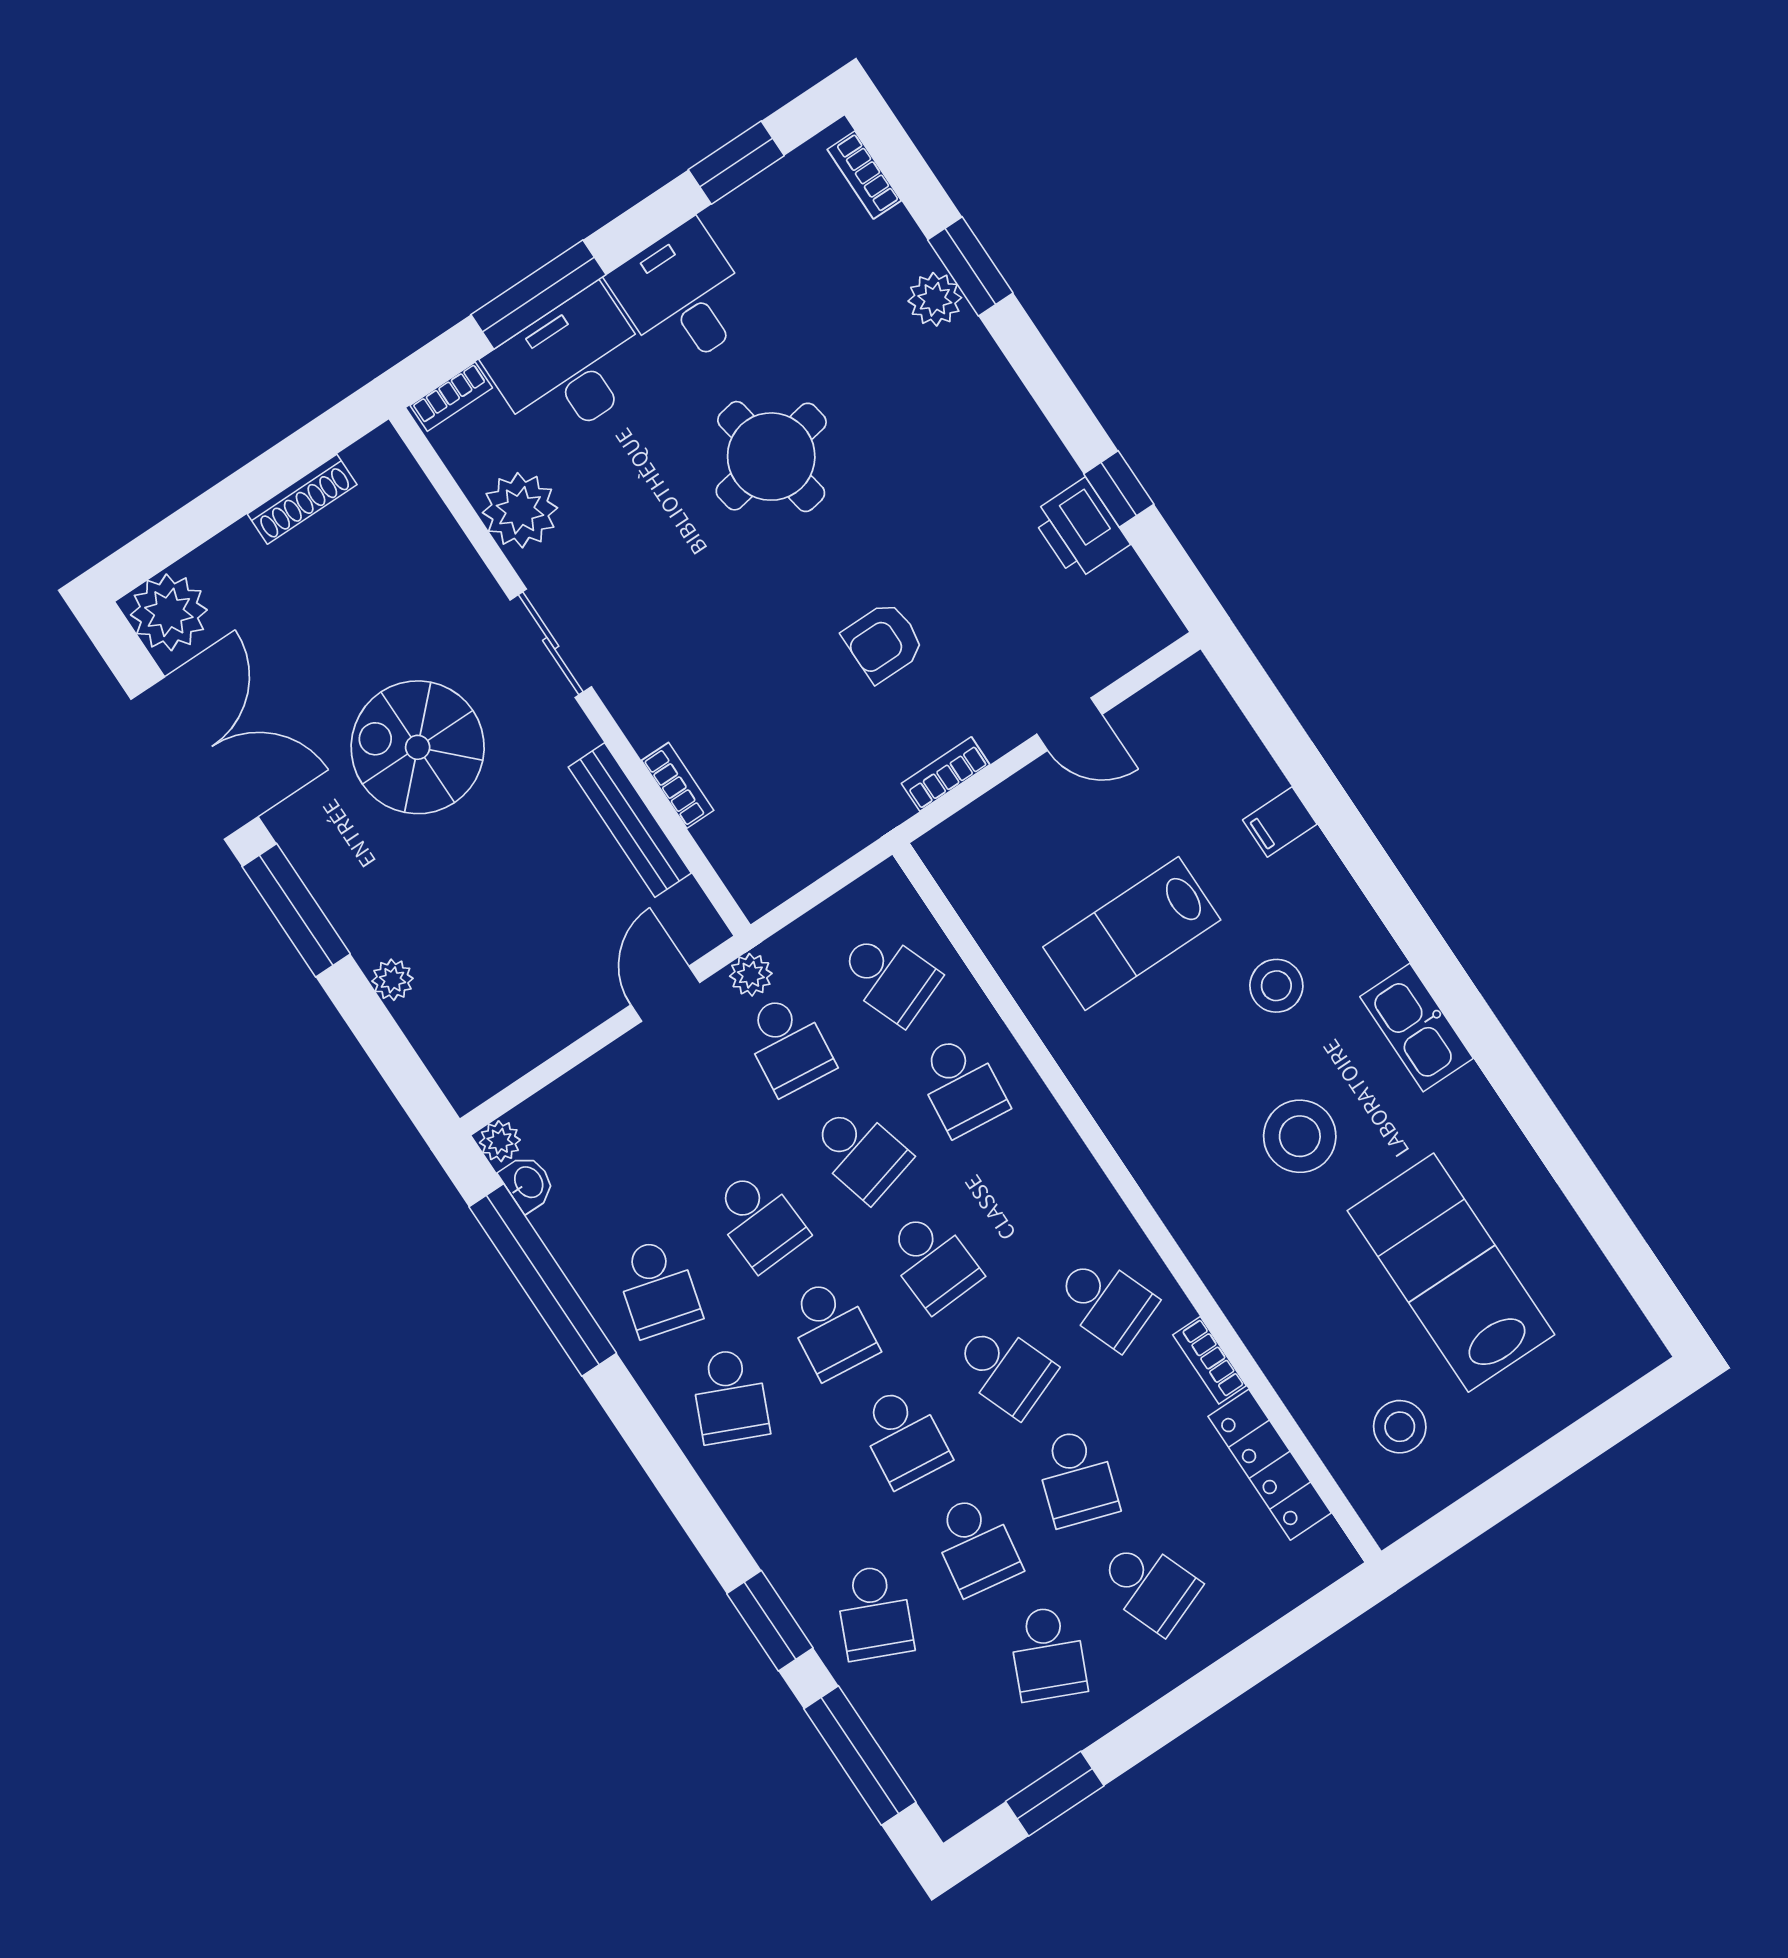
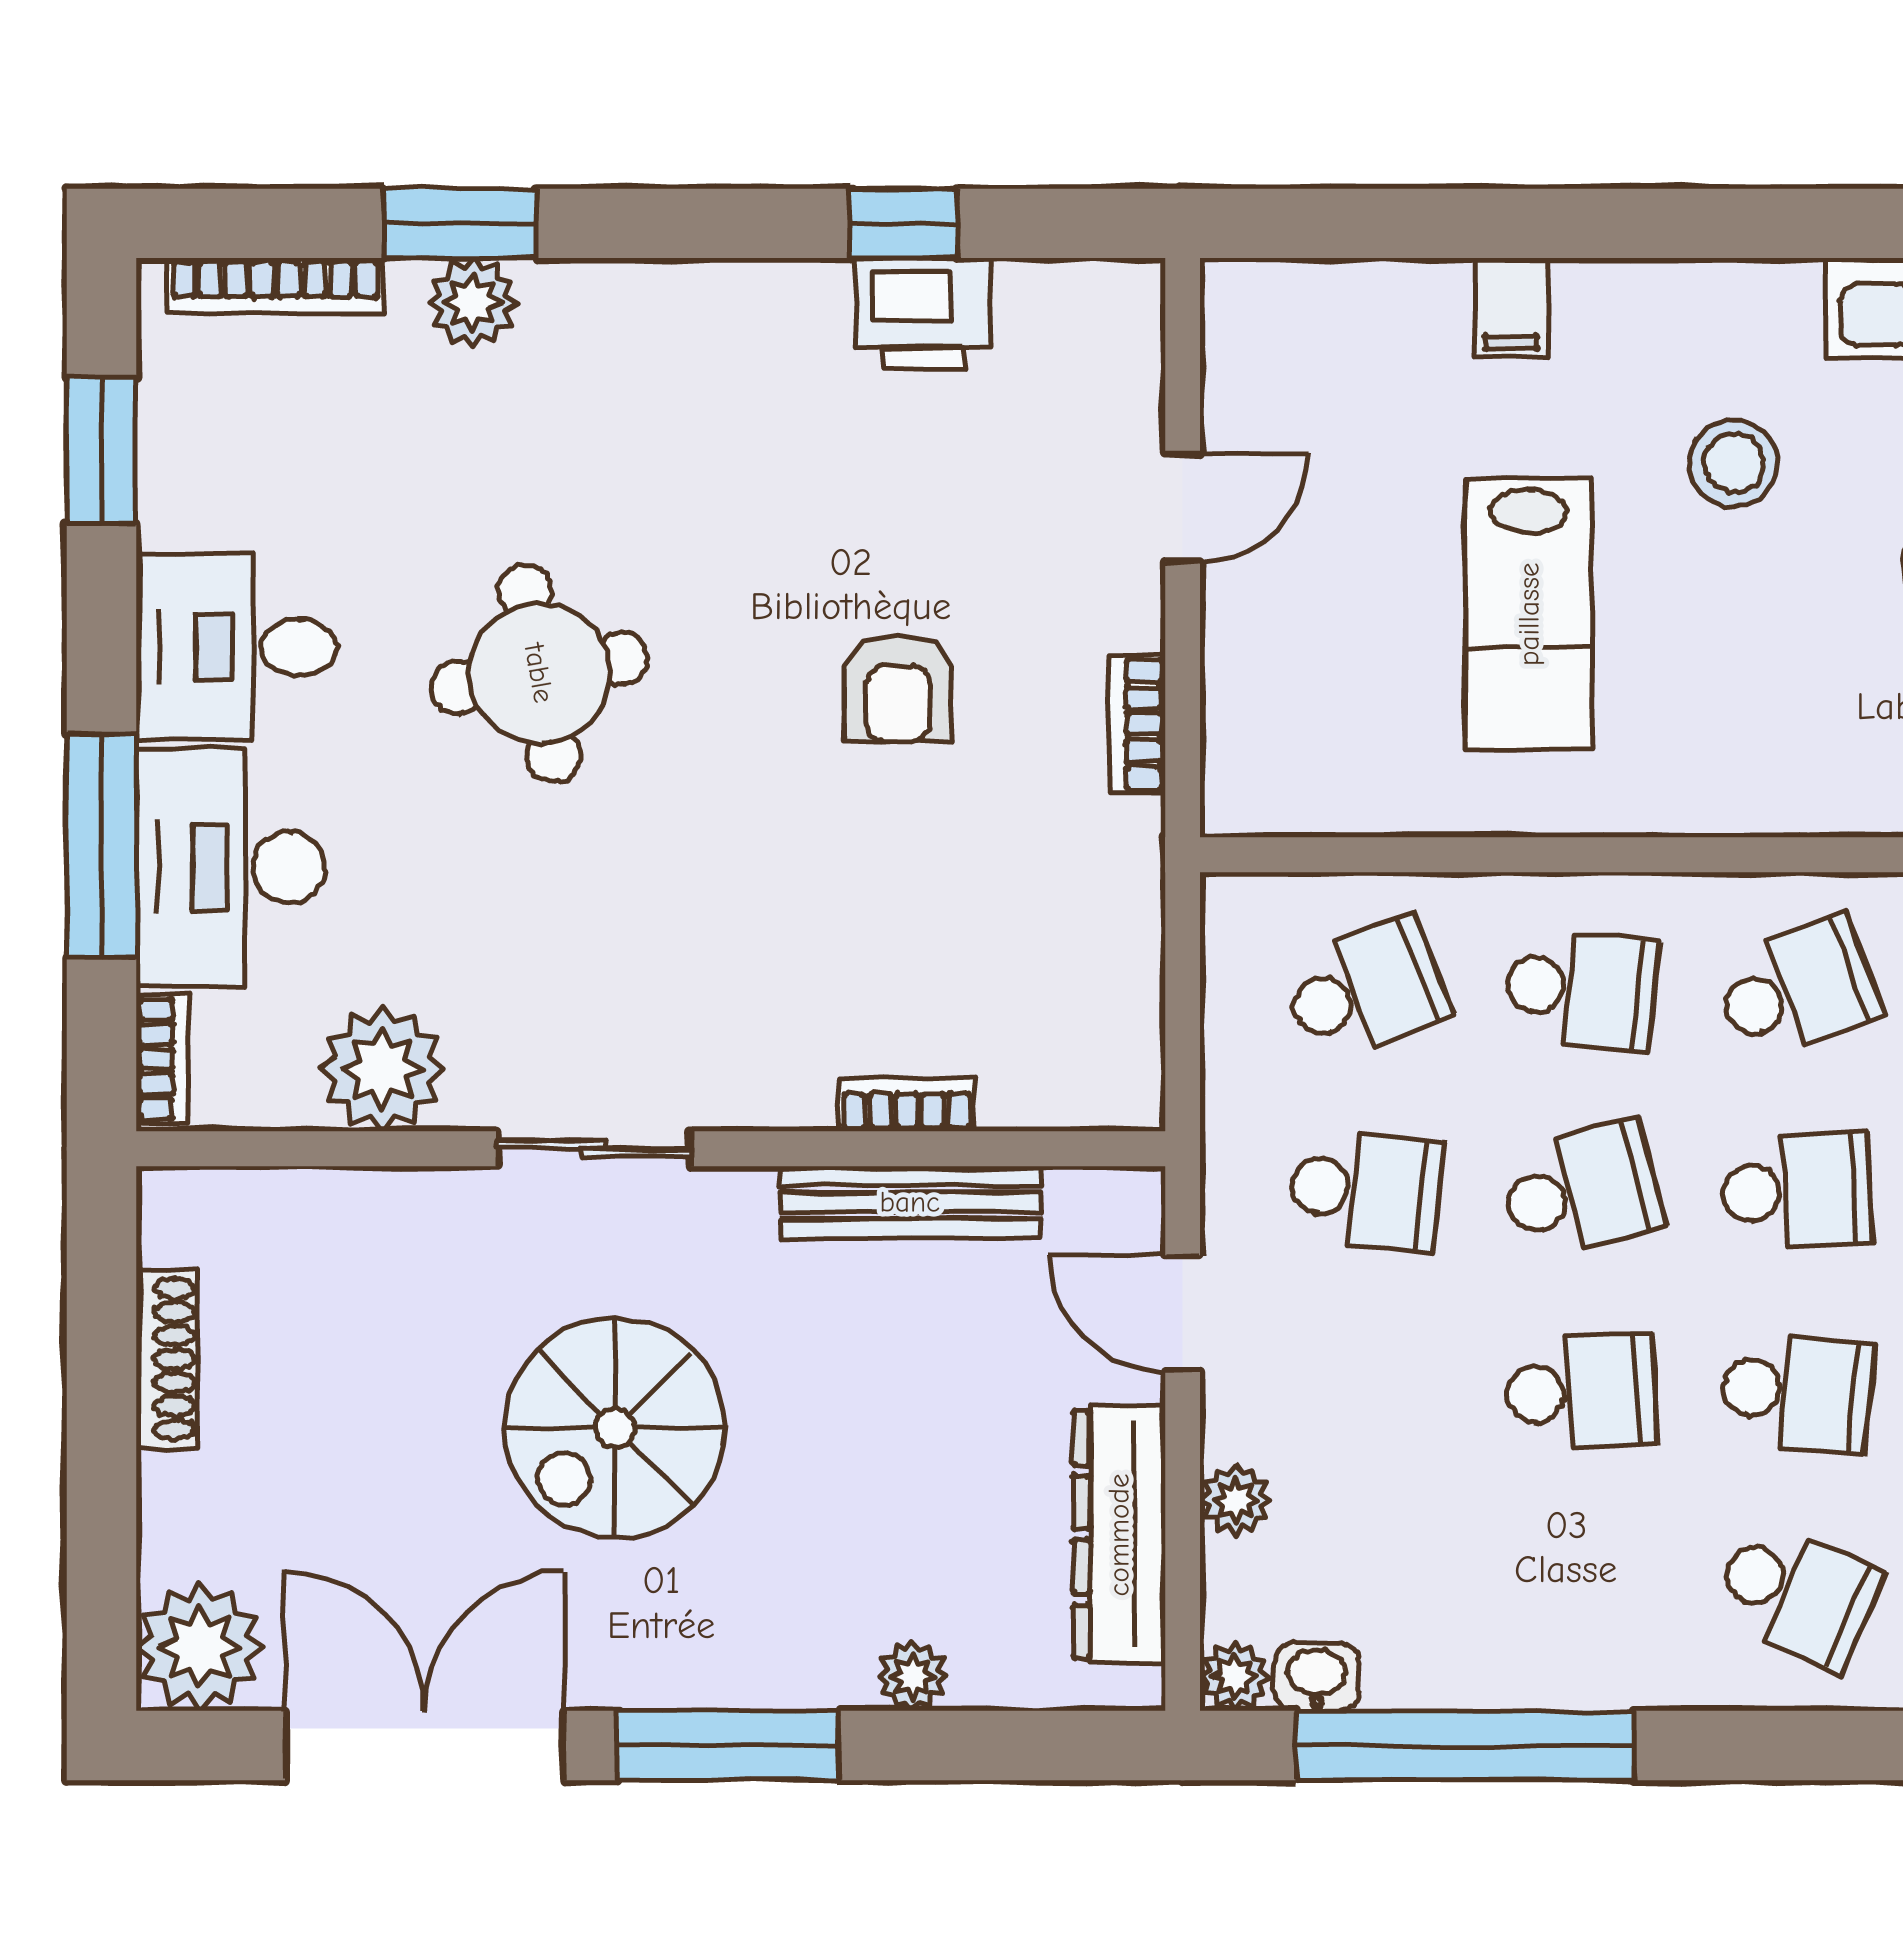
bookcase: (864, 175) -> (275, 286), width x1.56
plant: (751, 975) -> (1235, 1500), moved
dresser: (533, 1036) -> (1119, 1535), added
school desk: (658, 1288) -> (1797, 989), moved, turned -36

